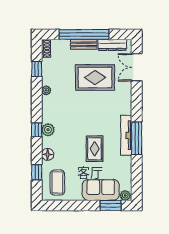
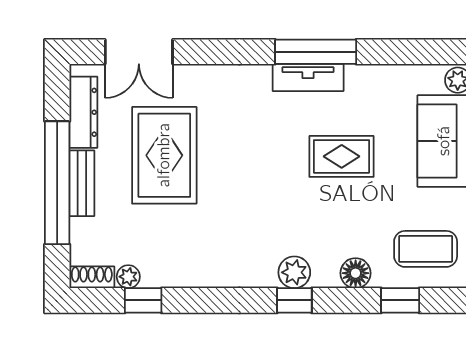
plant: (46, 90) -> (128, 277), moved
tv unit: (126, 135) -> (308, 77), width x0.71

